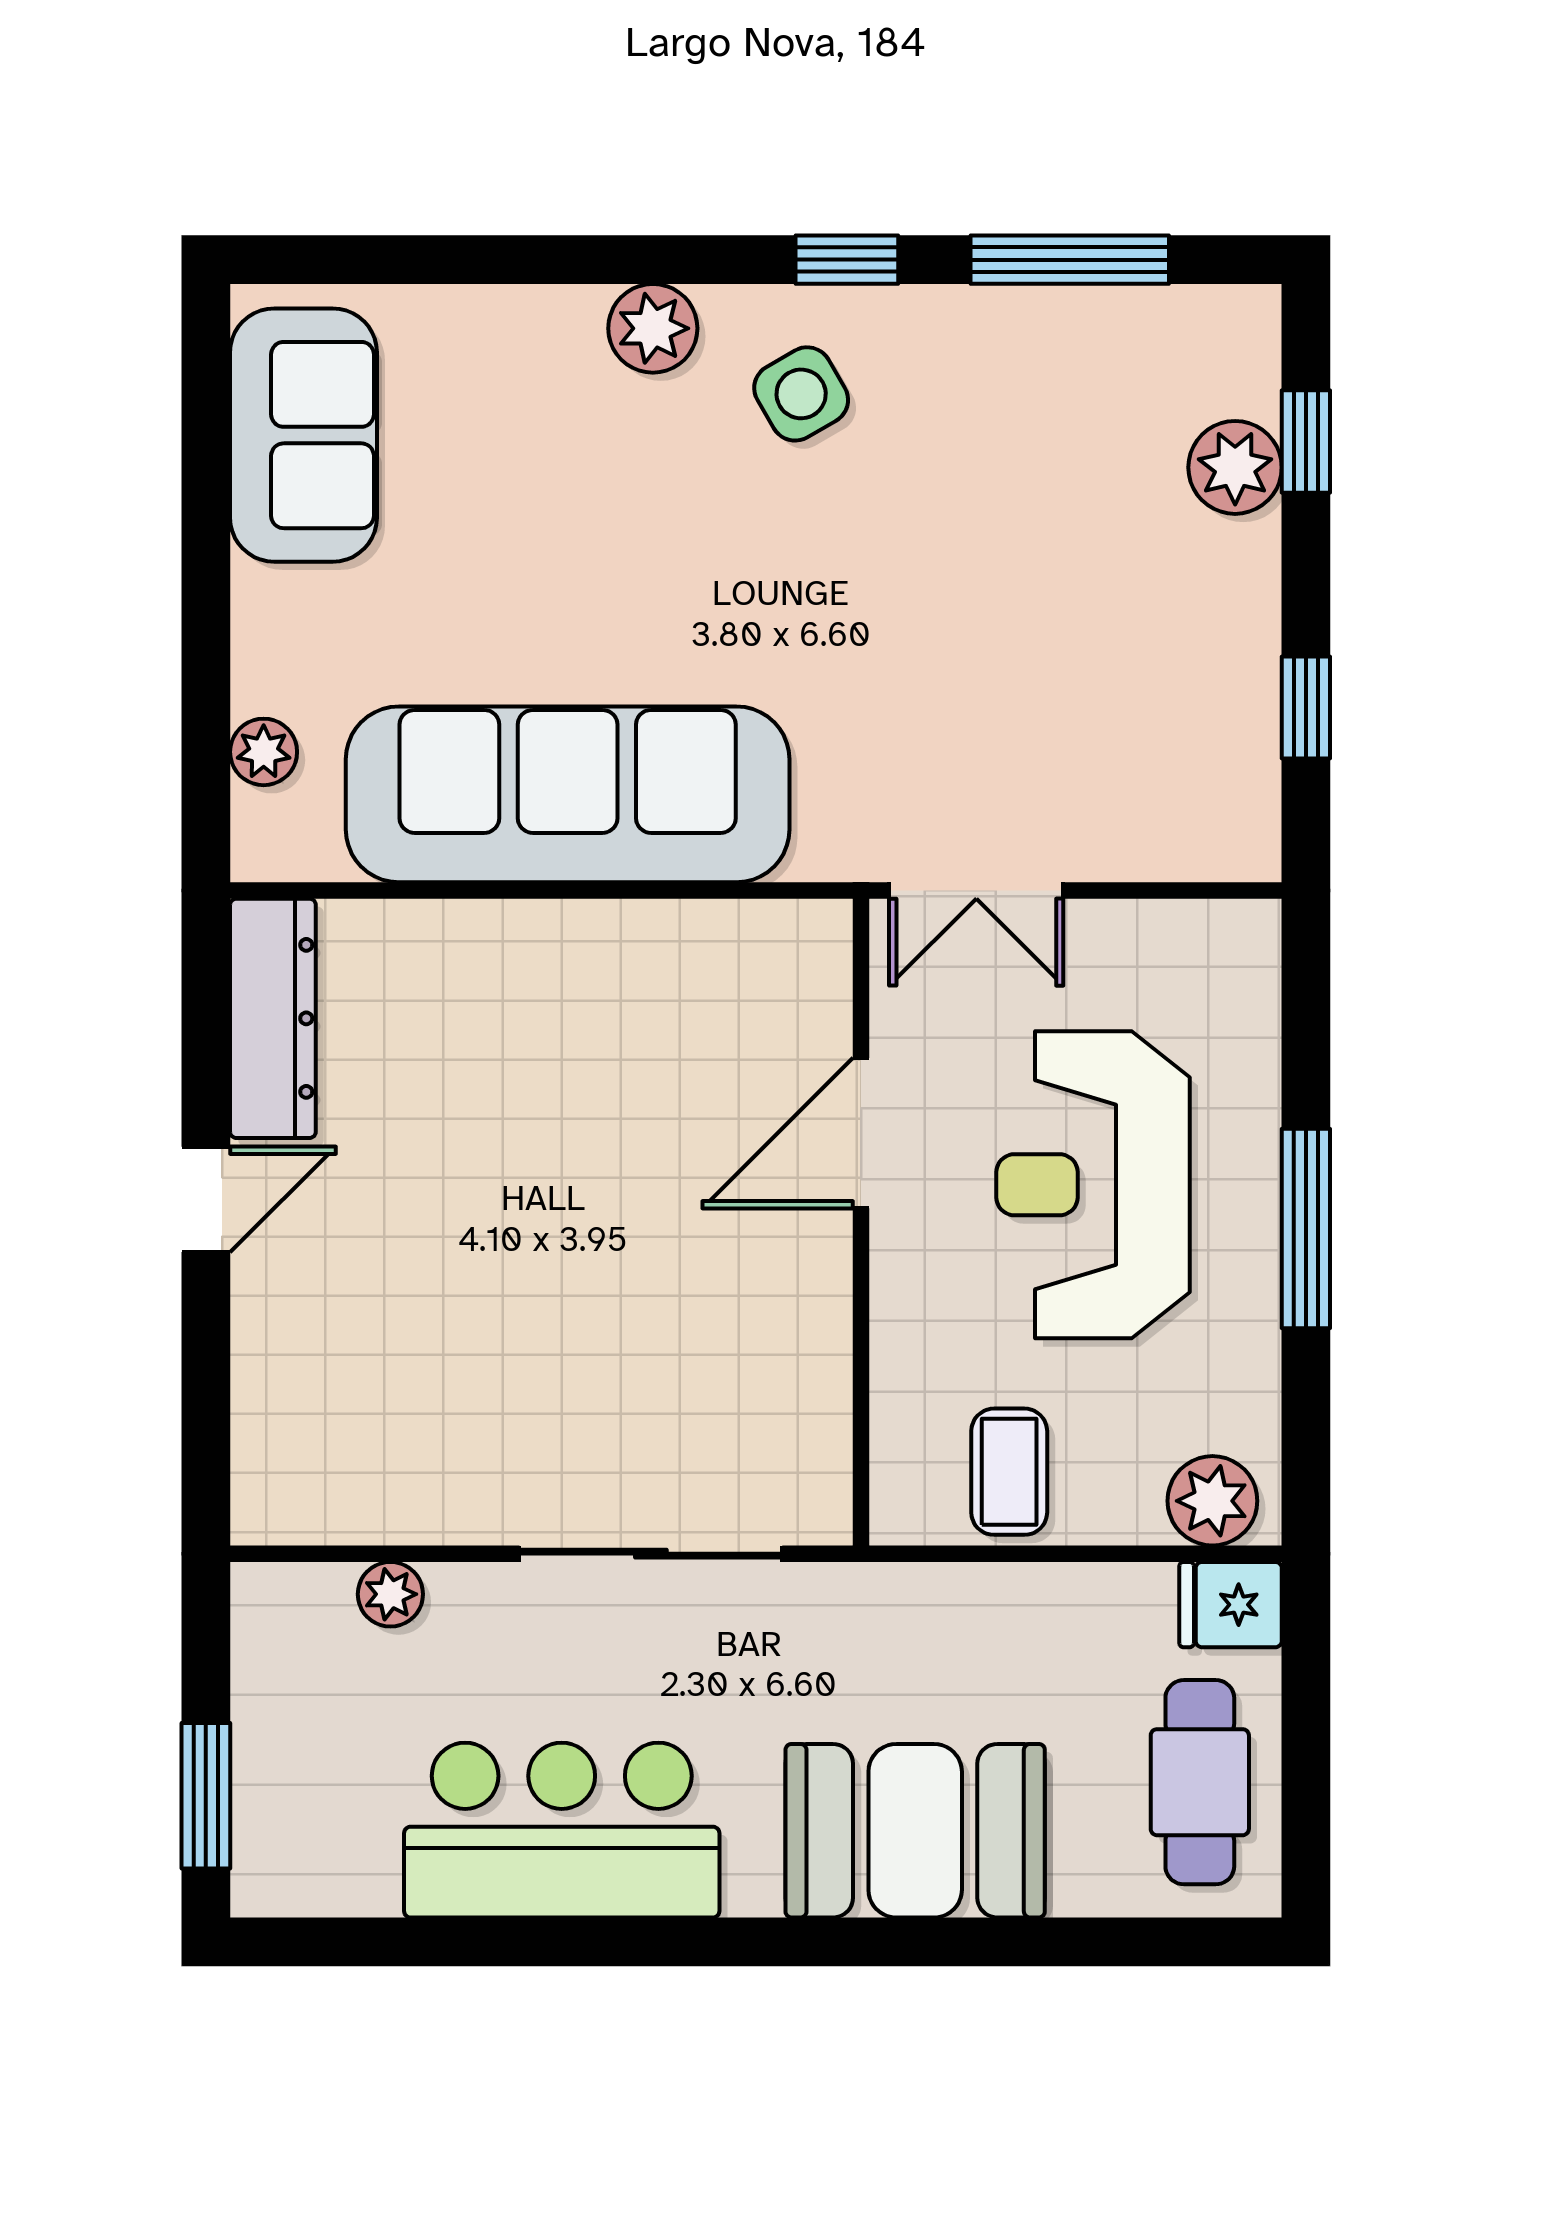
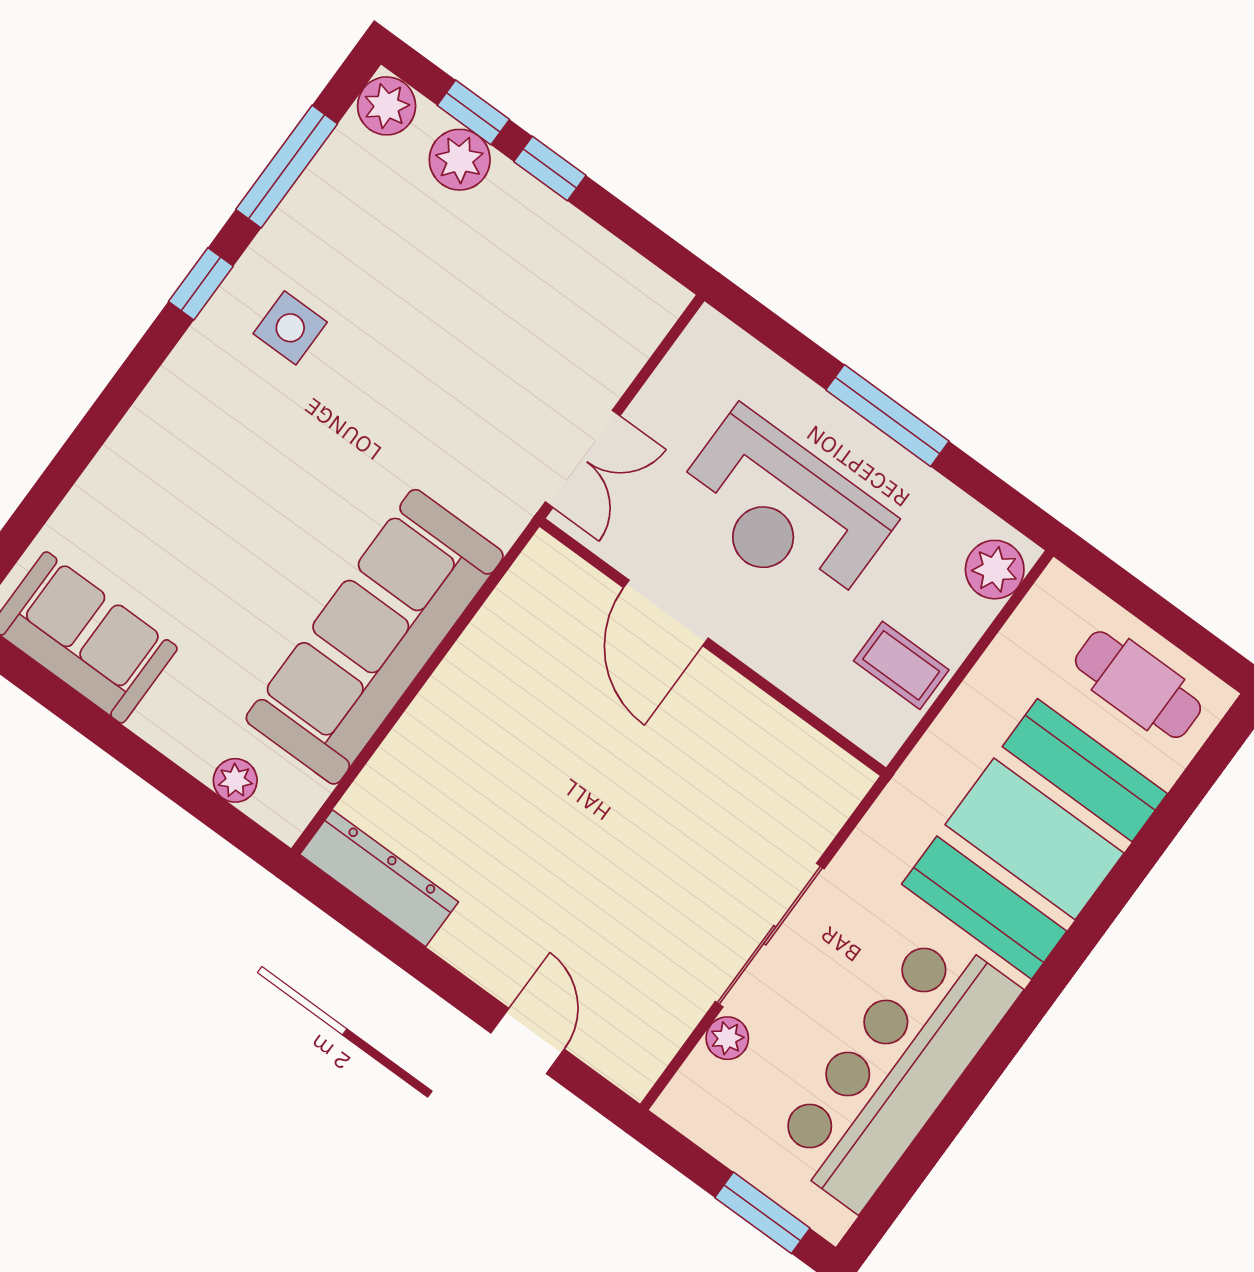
plant: (653, 328) -> (387, 106), moved
side table: (801, 394) -> (290, 328), moved, turned 30
window: (1306, 707) -> (550, 168), moved
door: (206, 1199) -> (528, 1041), moved
sliding door: (651, 1554) -> (770, 935), moved
fridge: (1231, 1605) -> (1056, 600), removed
bar counter: (562, 1830) -> (895, 1069), width x1.36
booth: (915, 1831) -> (1034, 839), width x1.36, depth x1.42

